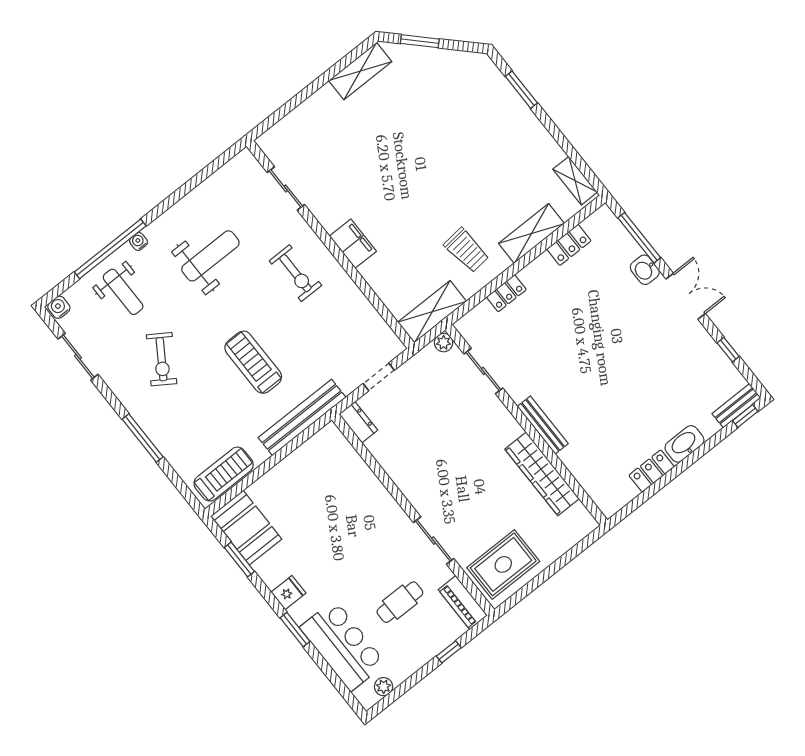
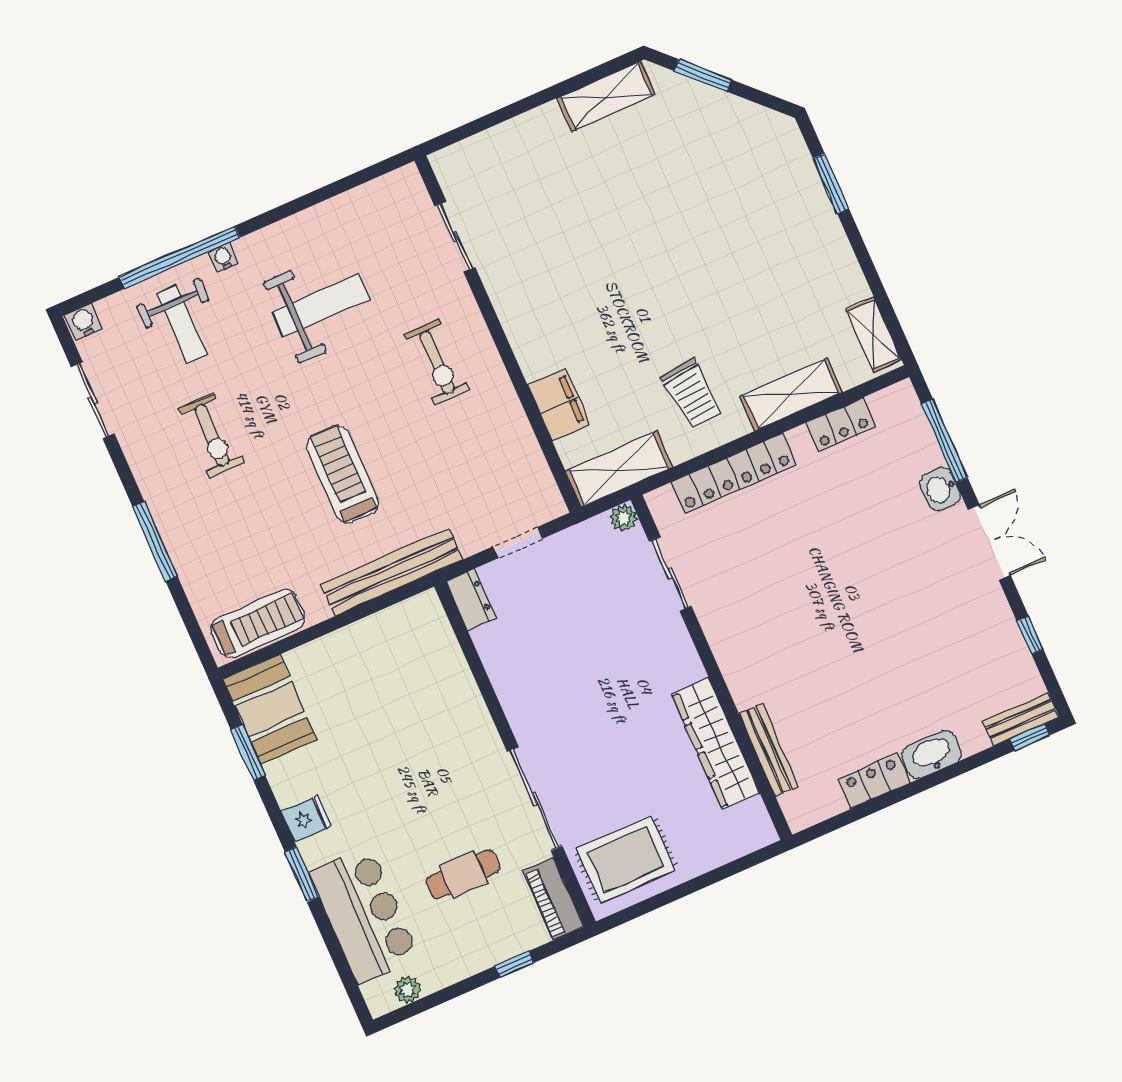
filing cabinet: (353, 244) -> (559, 405), moved
locker: (506, 293) -> (734, 473), width x2.16, depth x1.21
exercise bike: (162, 359) -> (212, 435), turned -33
bench: (543, 425) -> (769, 750), moved
sliding door: (434, 541) -> (535, 799), width x1.37

